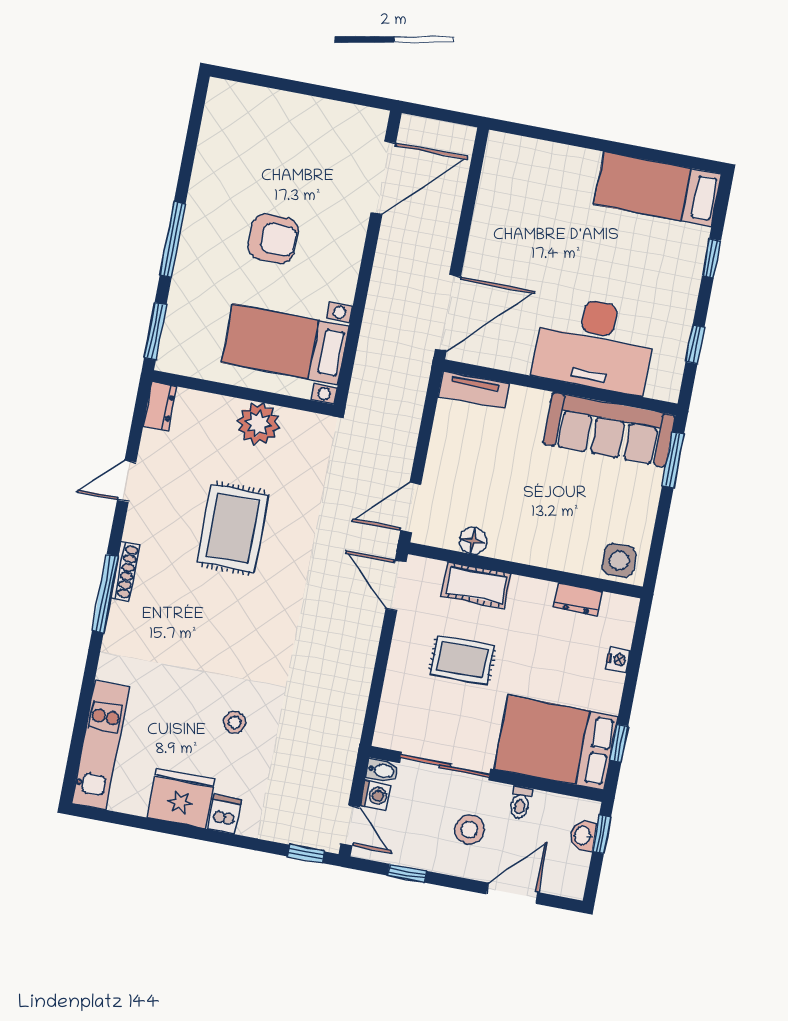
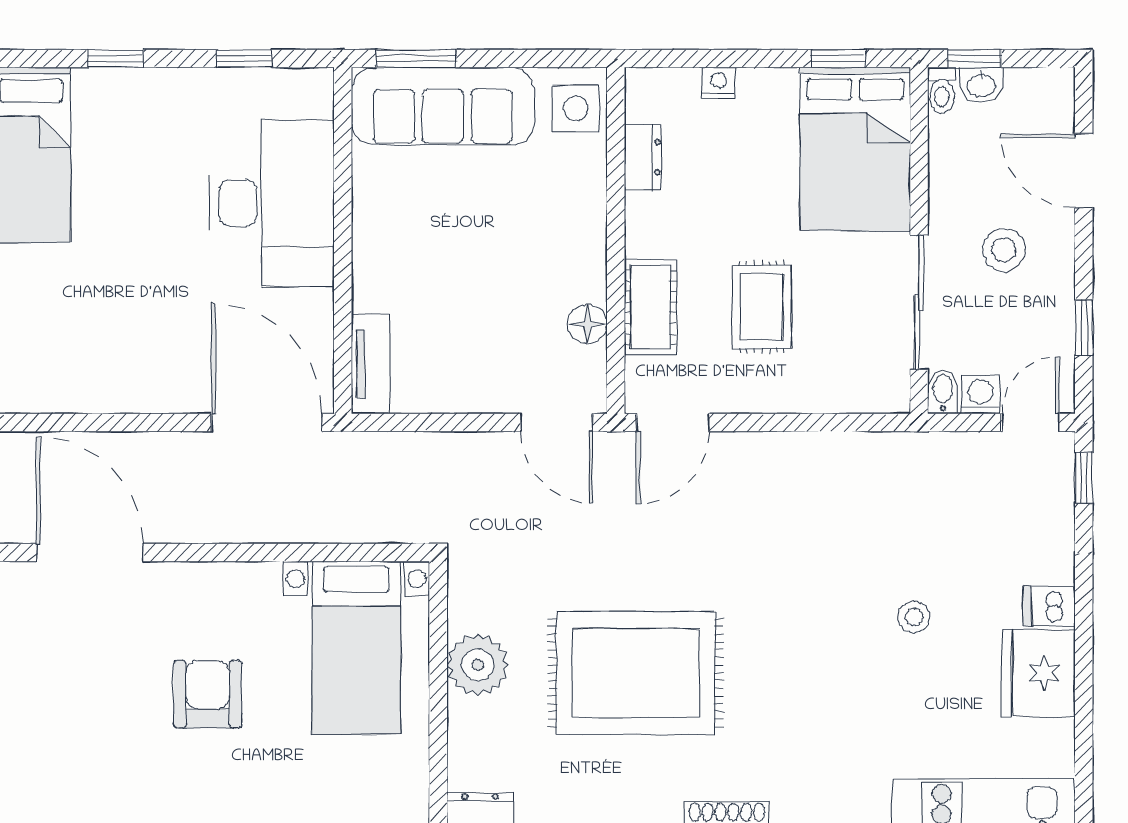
sofa: (609, 430) -> (443, 106), moved, turned 90
rug: (233, 528) -> (636, 673), width x1.37, depth x1.44
toilet: (520, 802) -> (942, 90), moved, turned 90

